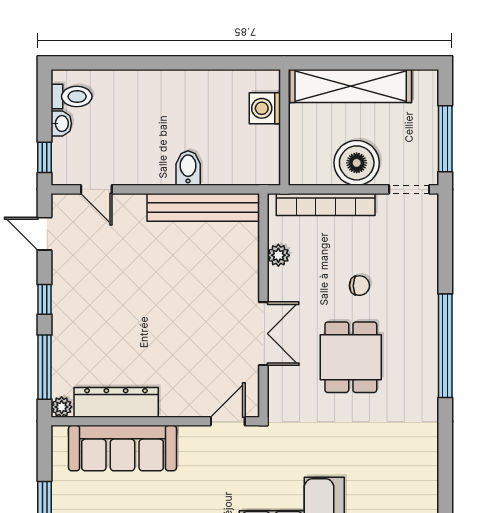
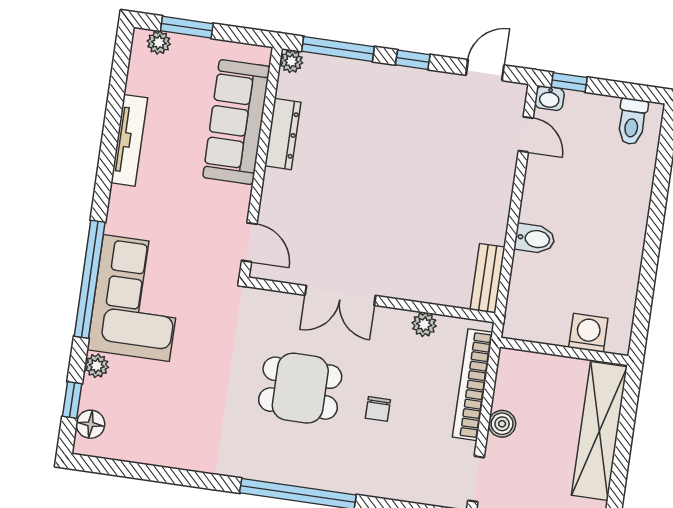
washbasin: (61, 124) -> (549, 98), moved
boiler: (357, 163) -> (502, 424), width x0.54, depth x0.54
door: (96, 189) -> (526, 134), swing flipped
bench: (203, 207) -> (488, 278), width x0.54, depth x0.82
dresser: (116, 402) -> (283, 134), width x0.73, depth x0.80

